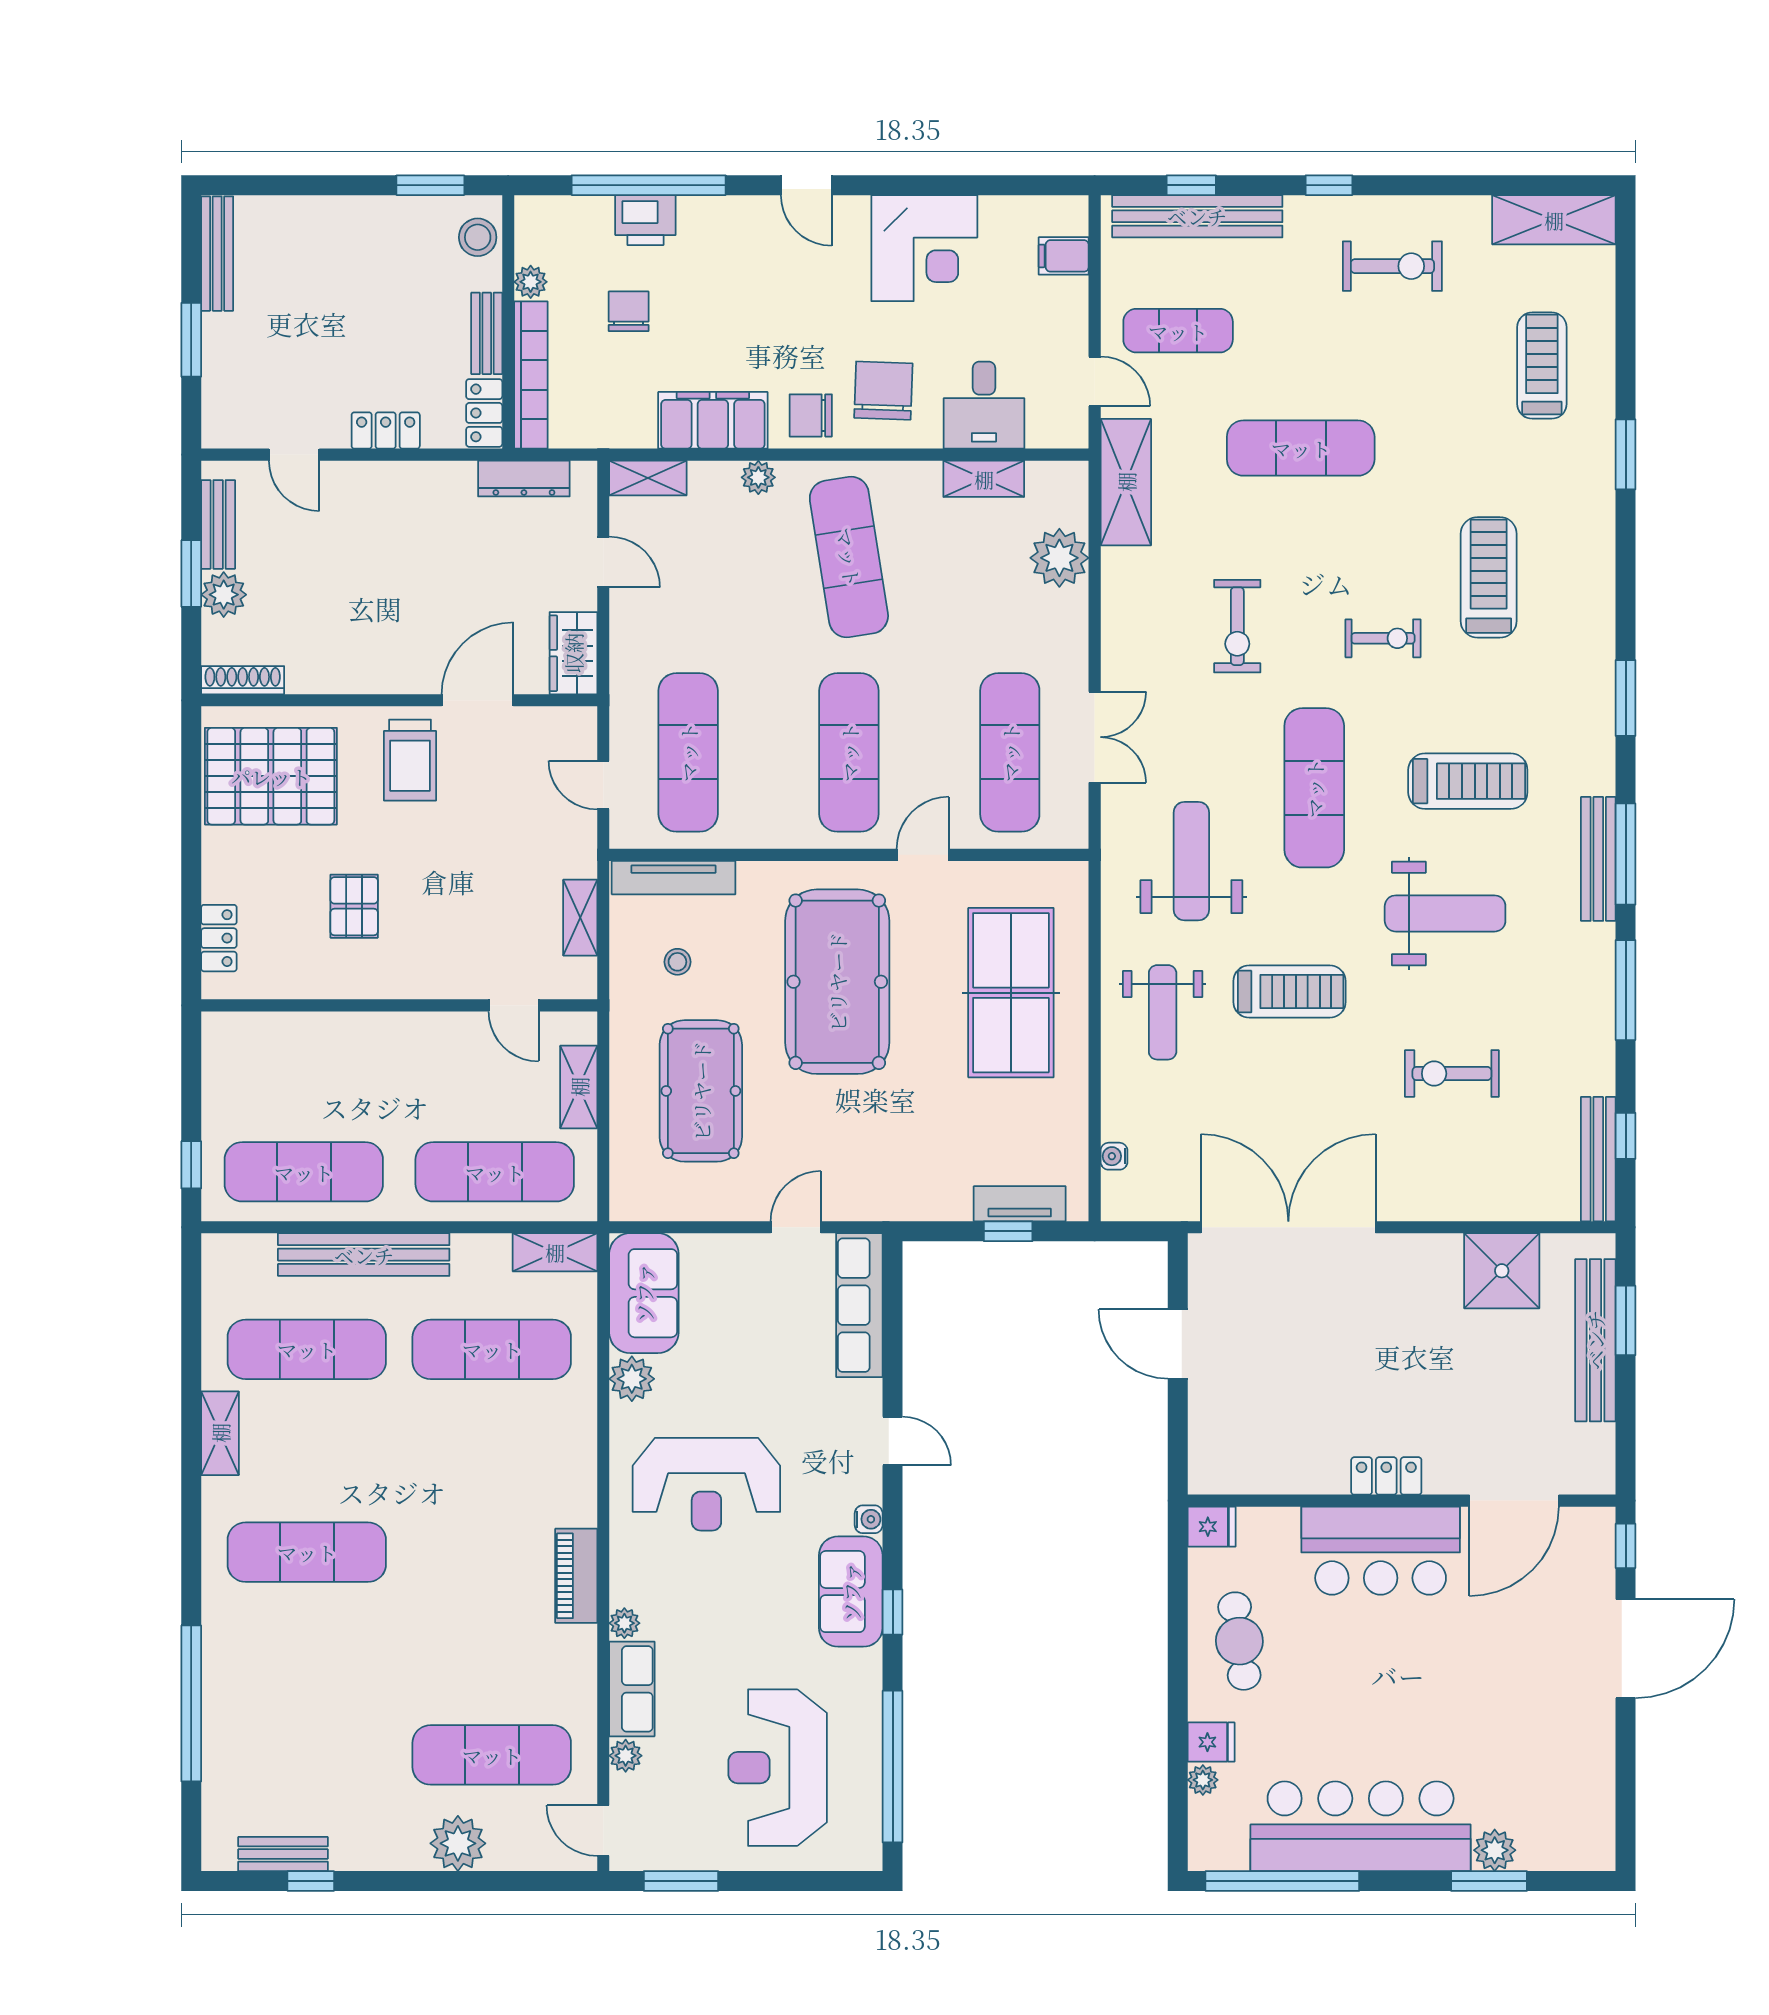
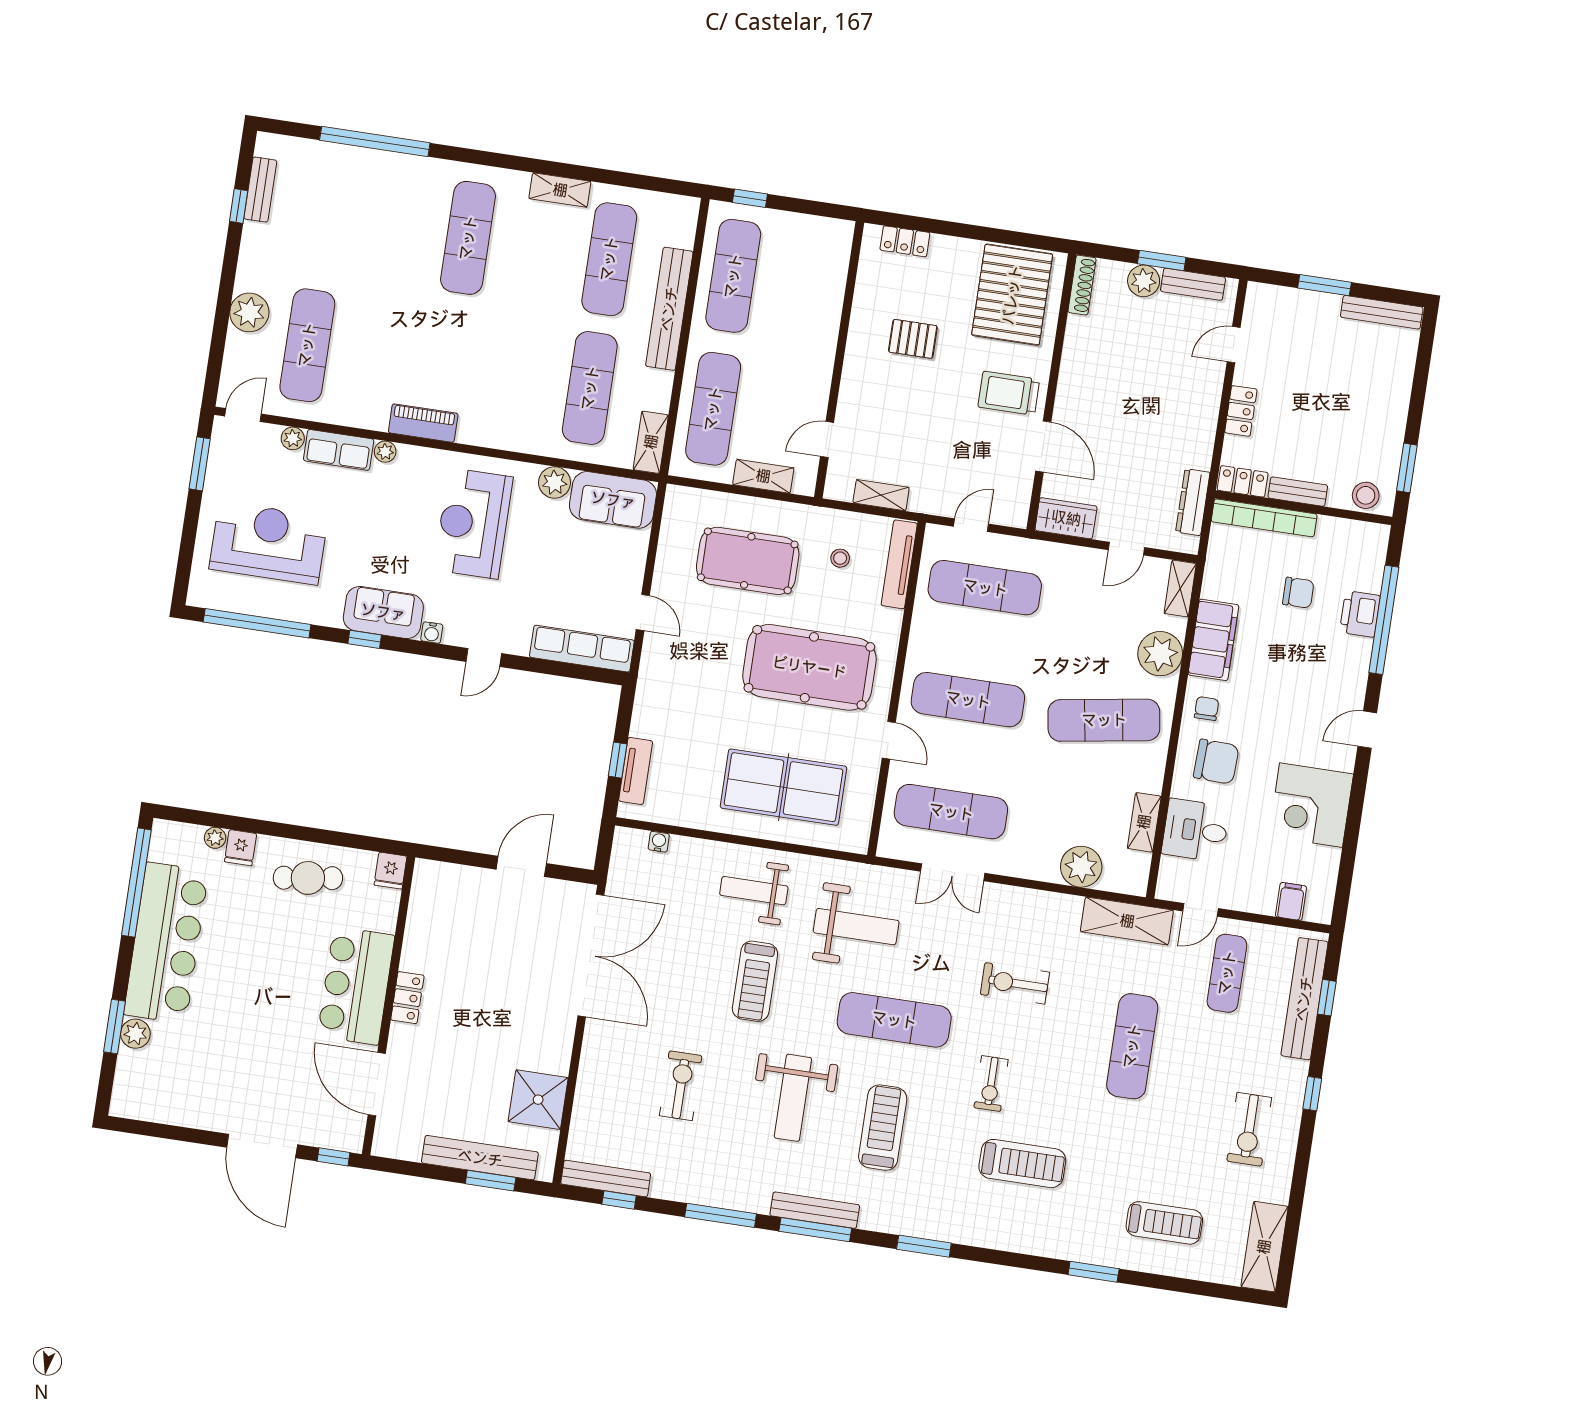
plant: (531, 282) -> (1329, 527), removed
chair: (811, 415) -> (1207, 709), width x0.73, depth x0.73
plant: (758, 477) -> (1160, 654), width x1.87, depth x1.87
treadmill: (1468, 781) -> (883, 1128), turned 180

